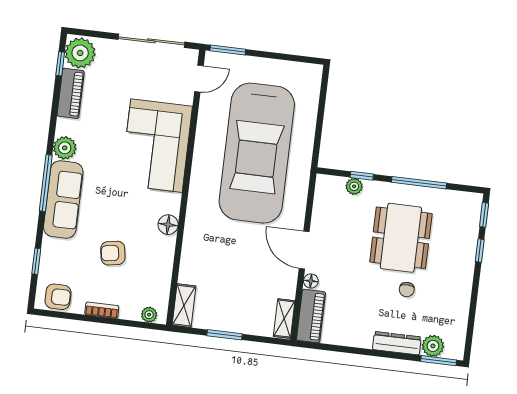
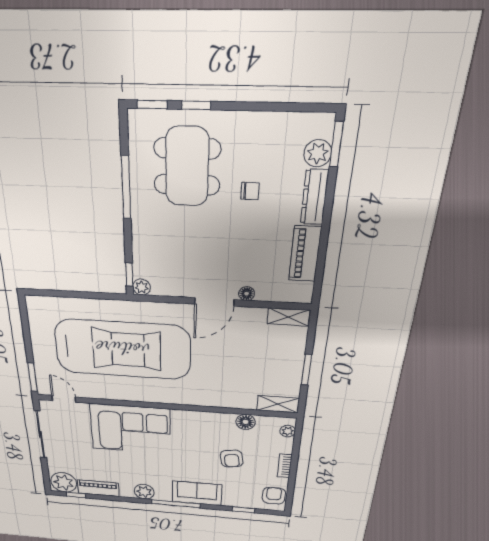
window: (362, 176) -> (129, 275), moved
plant: (354, 186) -> (142, 287), moved
sofa: (63, 200) -> (197, 493), width x0.73
floor lamp: (168, 225) -> (246, 422), moved
dining table: (401, 238) -> (187, 167), moved, turned 90
piano: (311, 316) -> (305, 254), moved, turned -90

